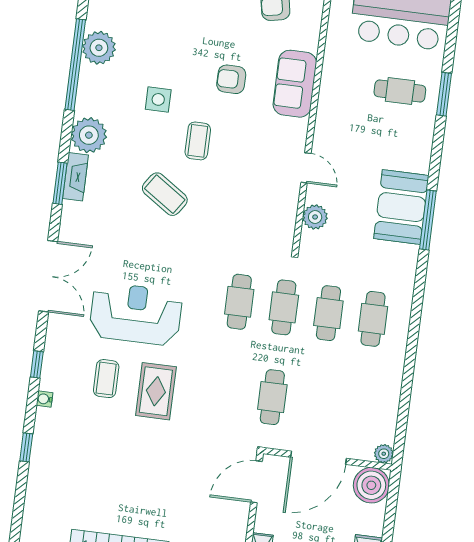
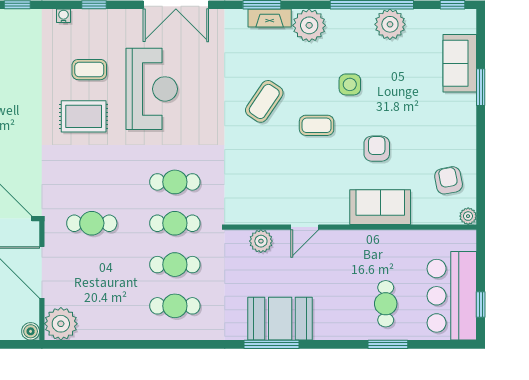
plant: (384, 454) -> (61, 324), width x1.87, depth x1.87
boiler: (371, 485) -> (31, 331), width x0.54, depth x0.54

